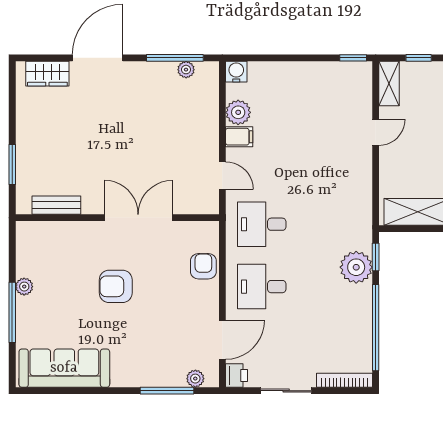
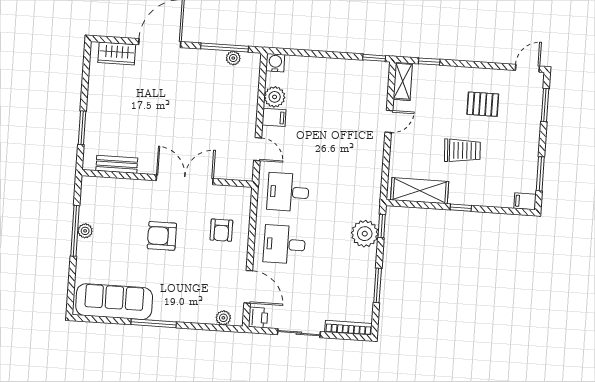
armchair: (203, 266) -> (221, 230), moved, turned 180
window: (12, 312) -> (75, 231), moved
window: (376, 328) -> (378, 285), width x0.47
door: (222, 340) -> (248, 287), hinge flipped
window: (167, 391) -> (154, 323), moved

